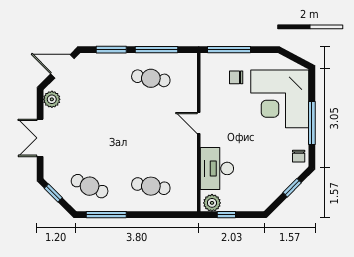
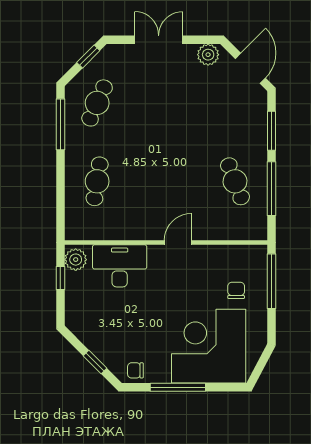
cafe table: (151, 78) -> (235, 181), turned -30

